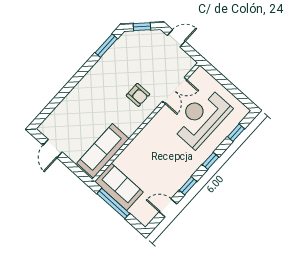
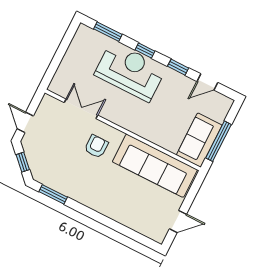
reception desk: (201, 118) -> (130, 71), moved, turned 180
window: (236, 133) -> (108, 32), width x1.50
sofa: (103, 151) -> (155, 166), width x1.36, depth x1.27
door: (168, 208) -> (207, 82), hinge flipped

